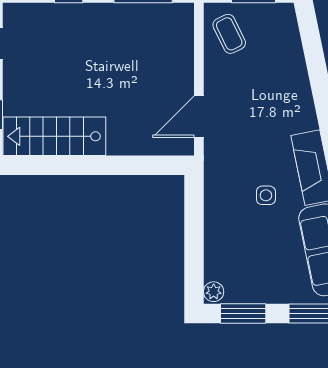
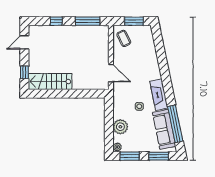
door: (199, 117) -> (111, 73), swing flipped
plant: (221, 244) -> (120, 127), added

